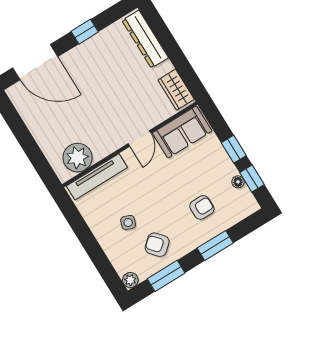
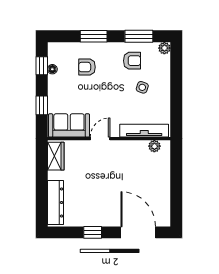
window: (234, 149) -> (42, 105), moved
plant: (78, 158) -> (154, 146), width x0.53, depth x0.53
armchair: (157, 245) -> (132, 61), turned -49

